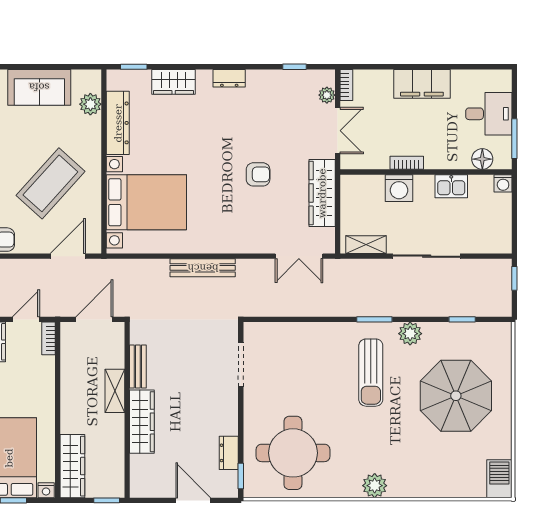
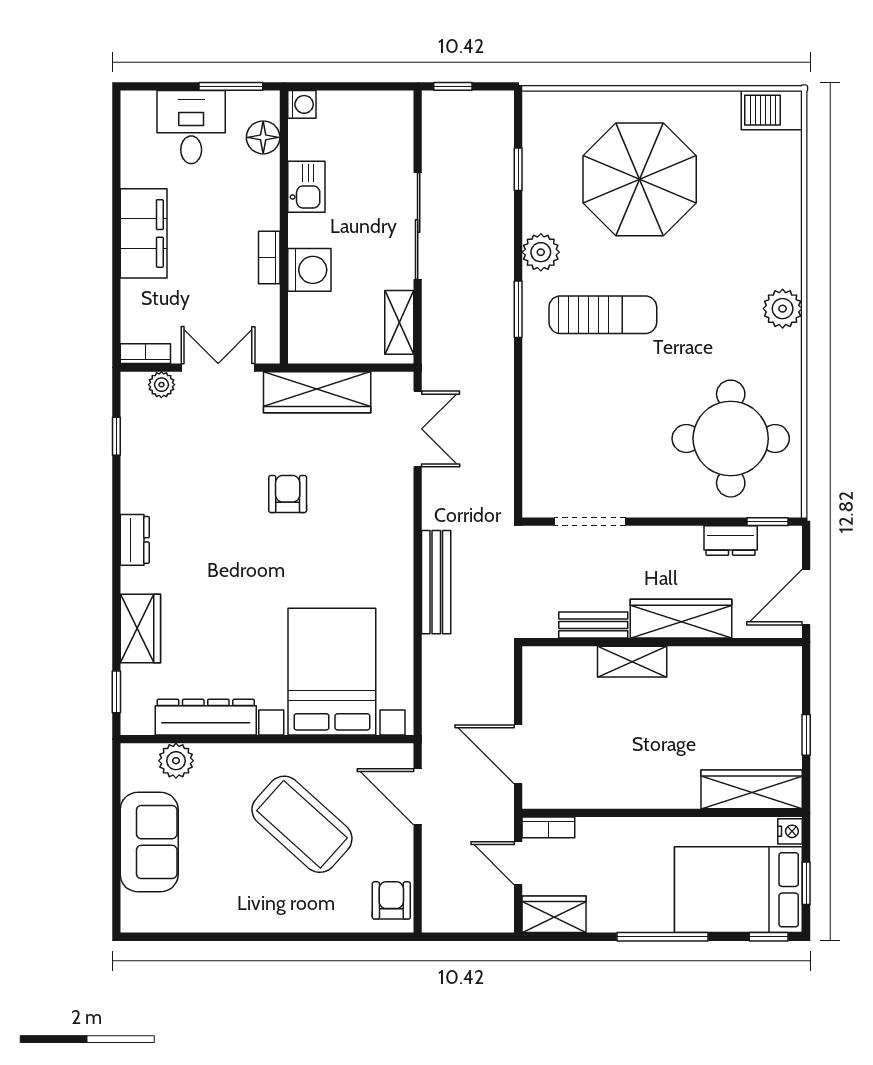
bench: (138, 367) -> (593, 625), moved
shelving: (115, 391) -> (632, 662), moved
wall: (127, 410) -> (662, 642), moved
wardrobe: (142, 422) -> (681, 619), moved

